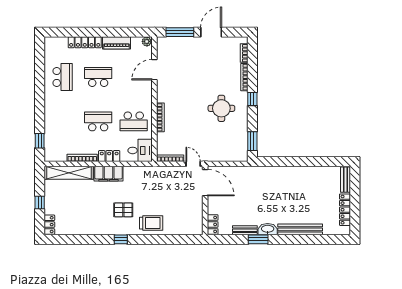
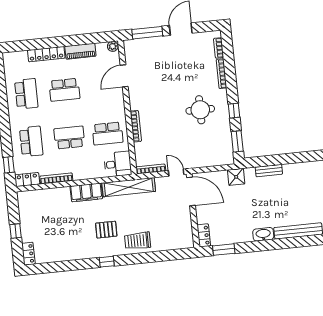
school desk: (98, 77) -> (64, 90), turned 180
window: (252, 99) -> (234, 111), moved
school desk: (63, 121) -> (31, 141), added
locker: (109, 156) -> (27, 179), moved
shelving: (69, 173) -> (129, 187), moved
shower: (248, 174) -> (236, 177), added
trolley: (151, 223) -> (138, 241), turned 180
bench: (245, 230) -> (269, 171), moved
window: (258, 239) -> (224, 250), moved

